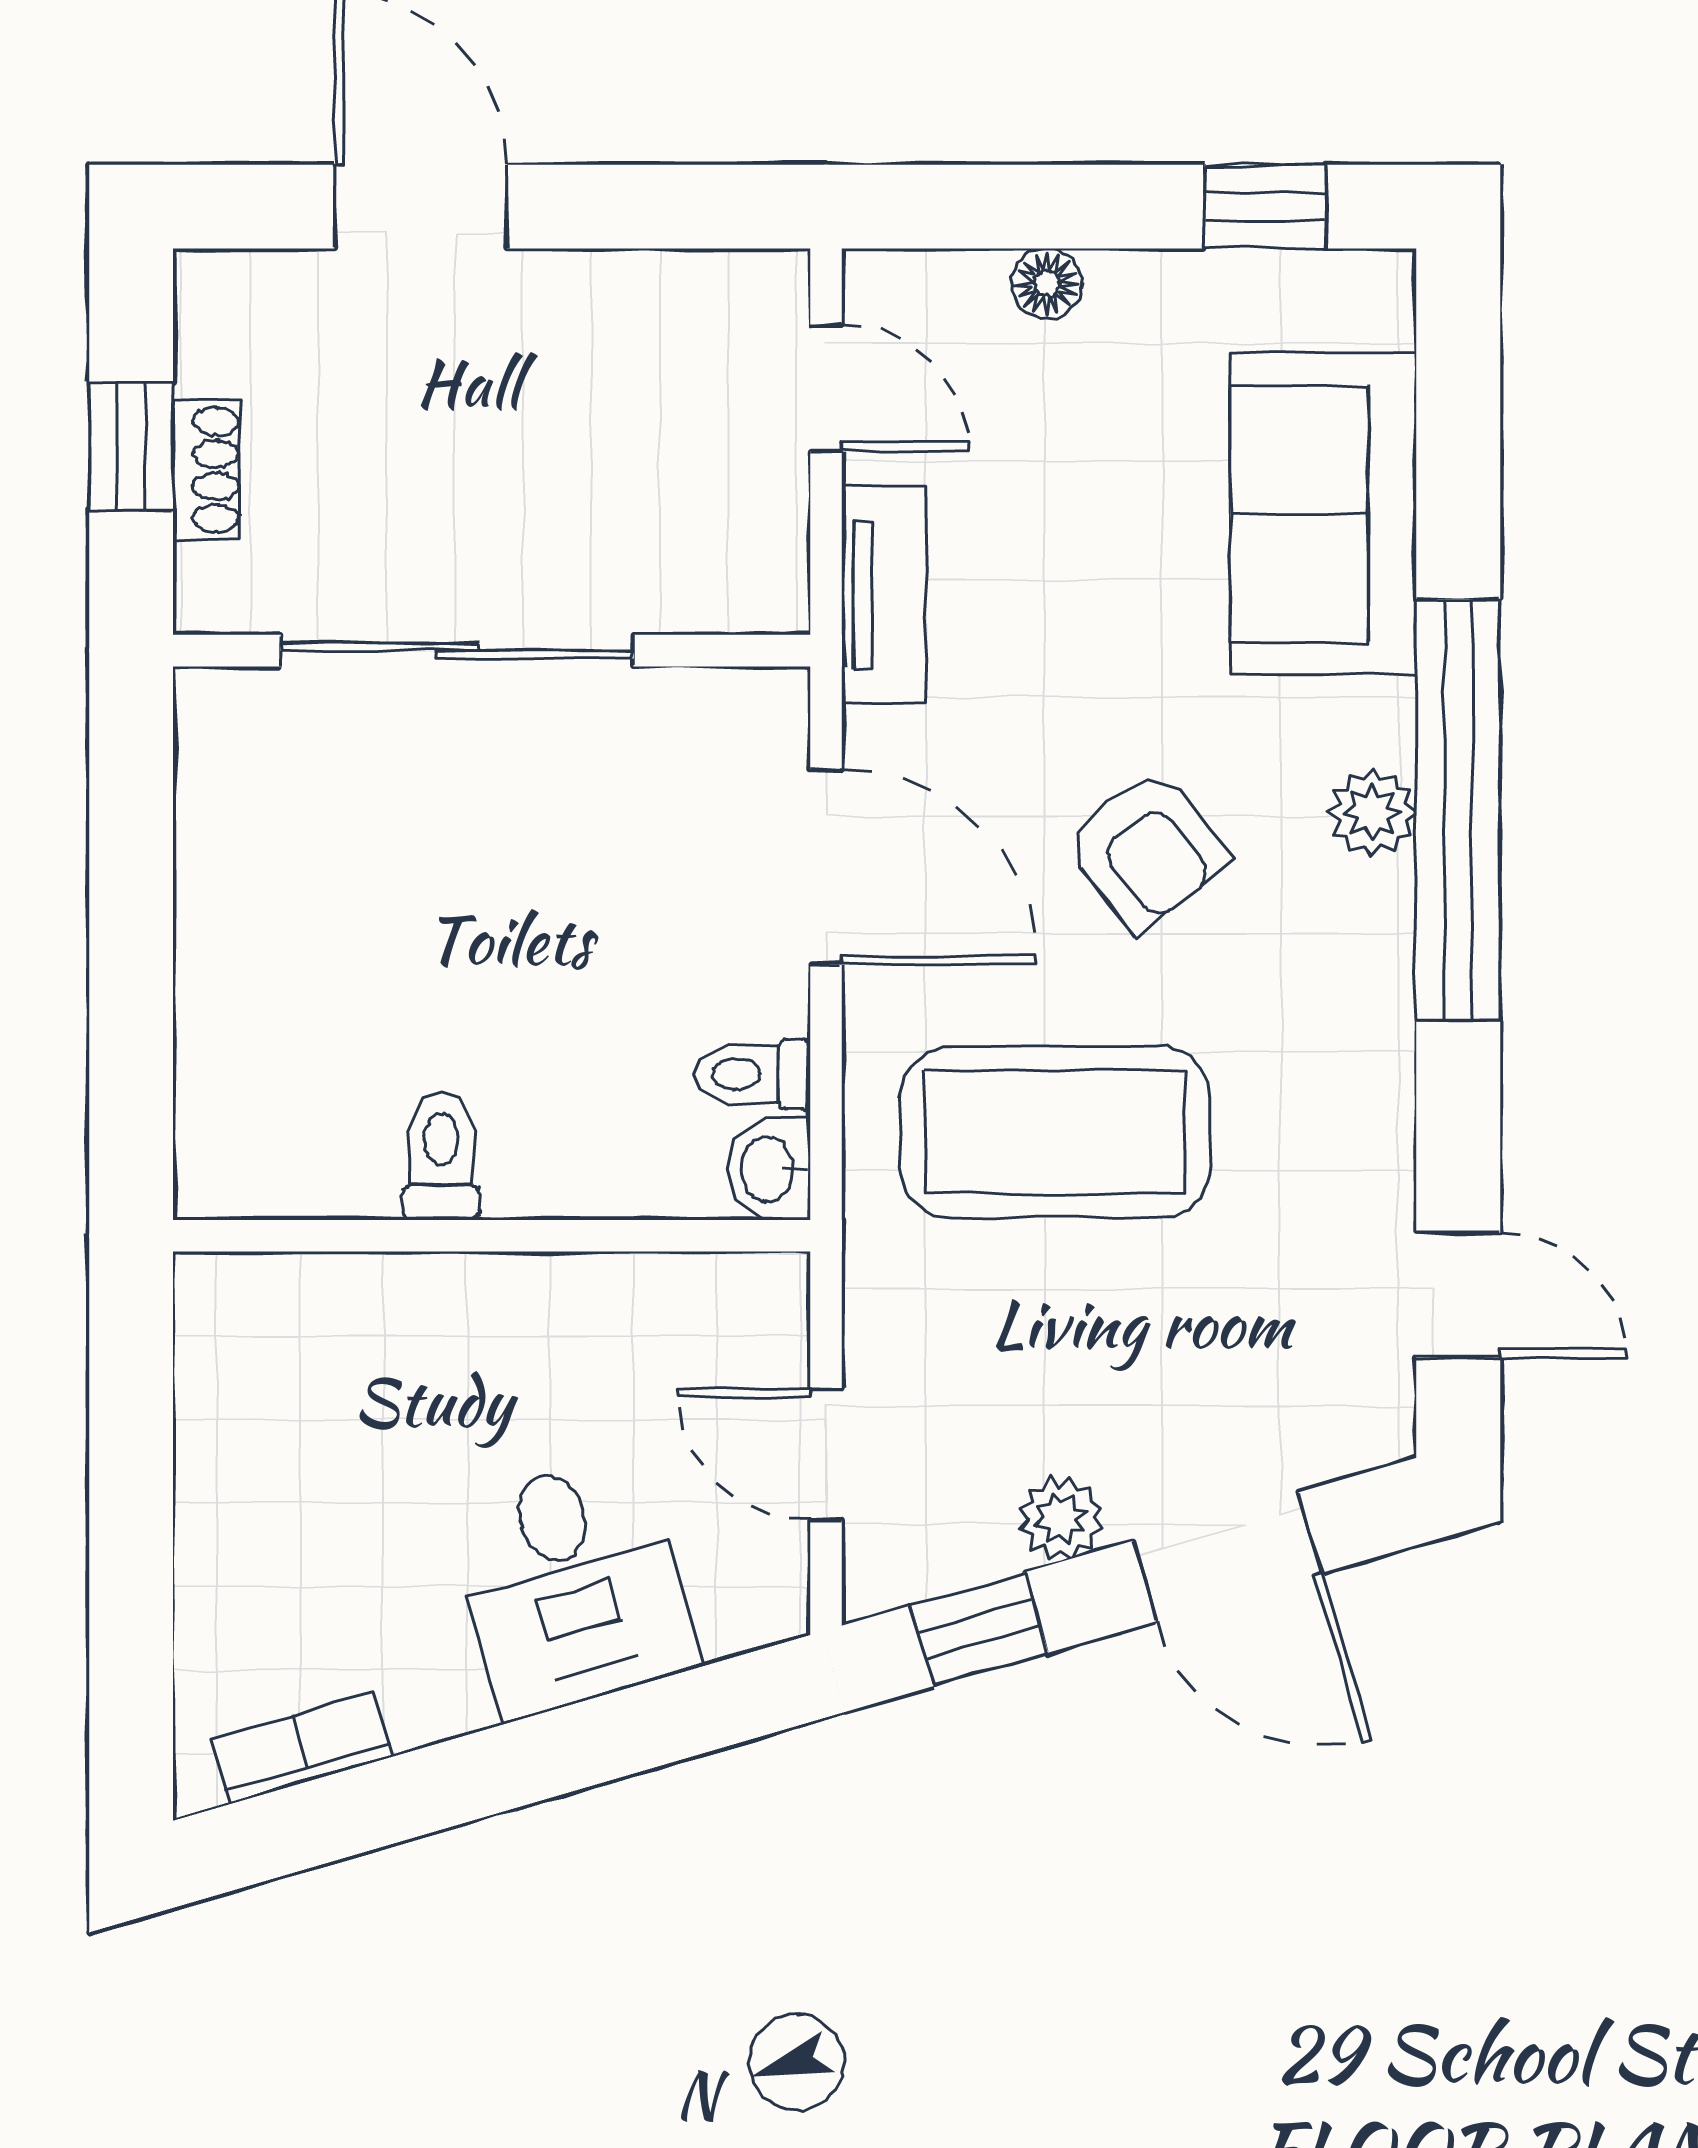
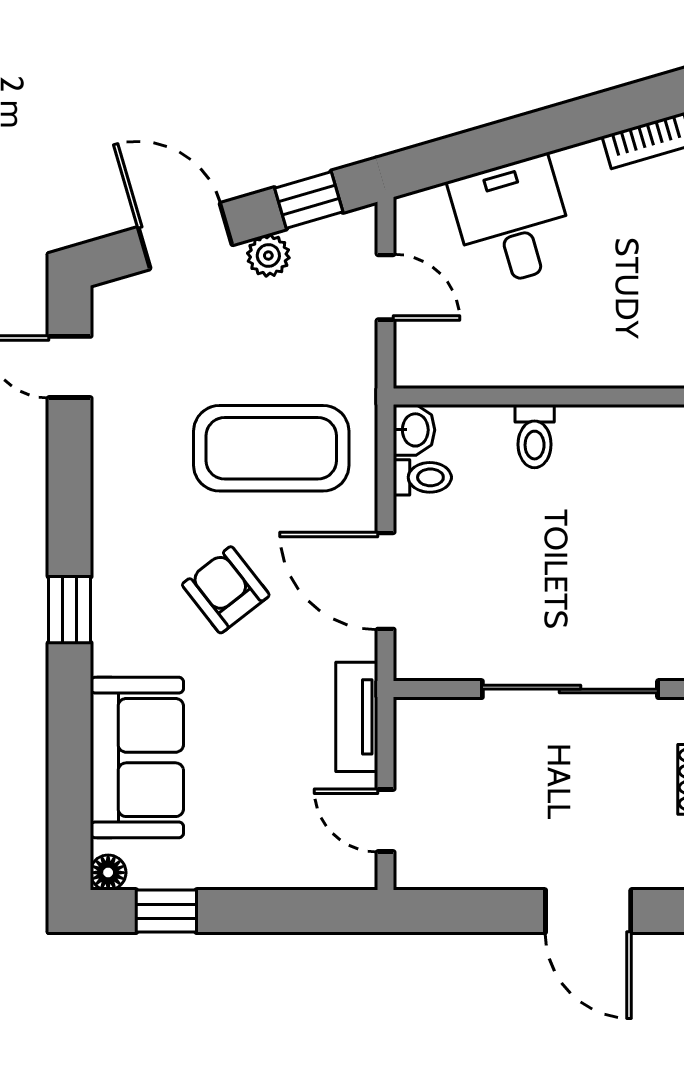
floor lamp: (1047, 284) -> (108, 873), moved
window: (1458, 809) -> (70, 610), width x0.32
plant: (1372, 813) -> (113, 608), removed
toilet: (441, 1157) -> (535, 436), moved

